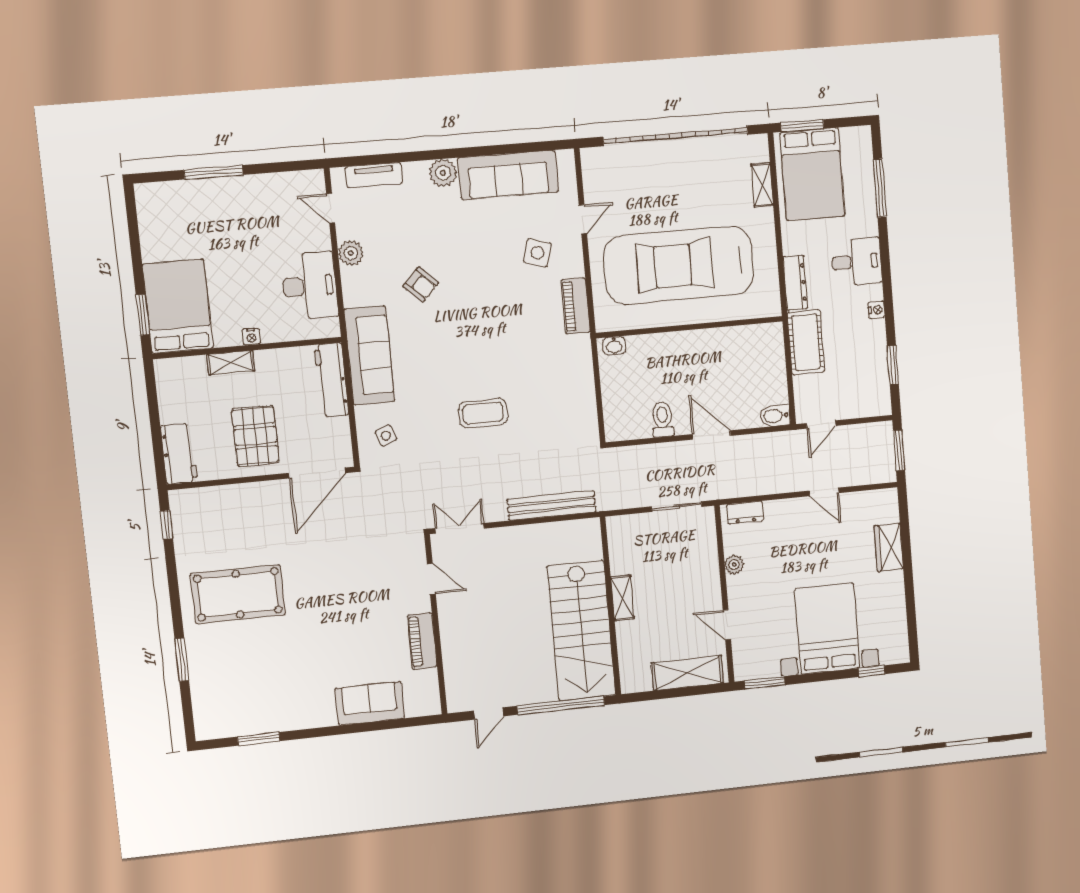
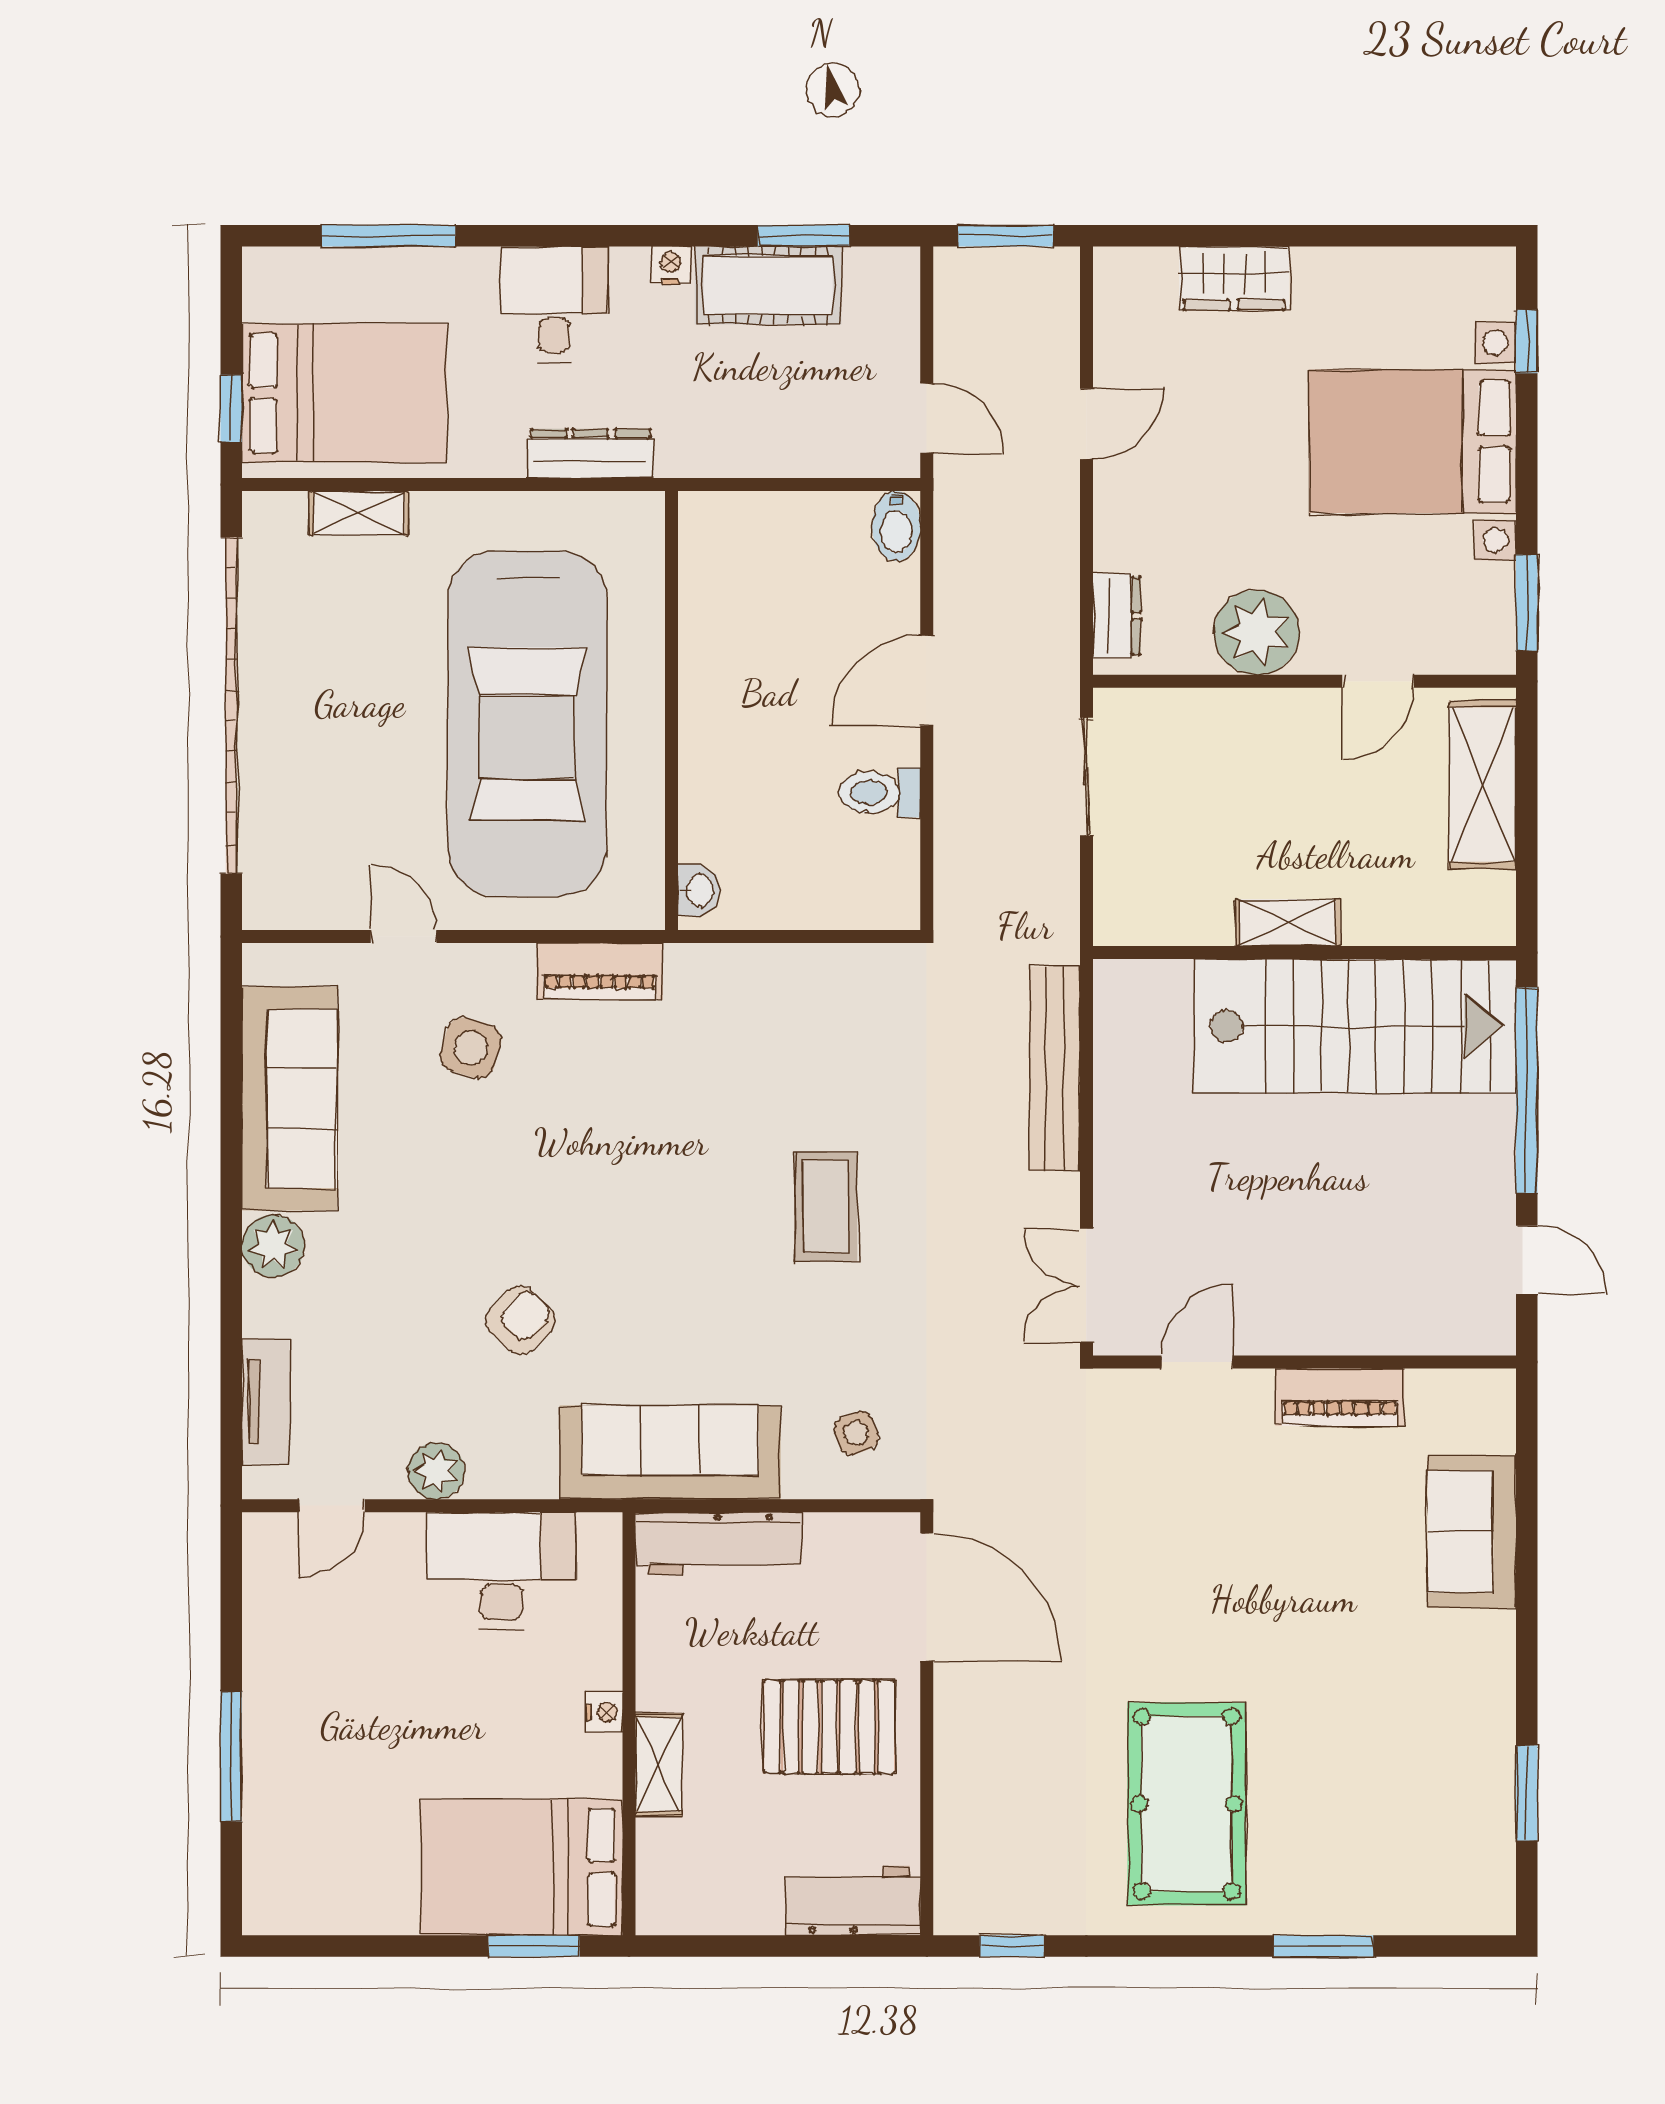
window: (802, 126) -> (231, 408), width x0.67
cot: (806, 342) -> (768, 285), moved
plant: (734, 565) -> (1257, 632), width x1.87, depth x1.87

